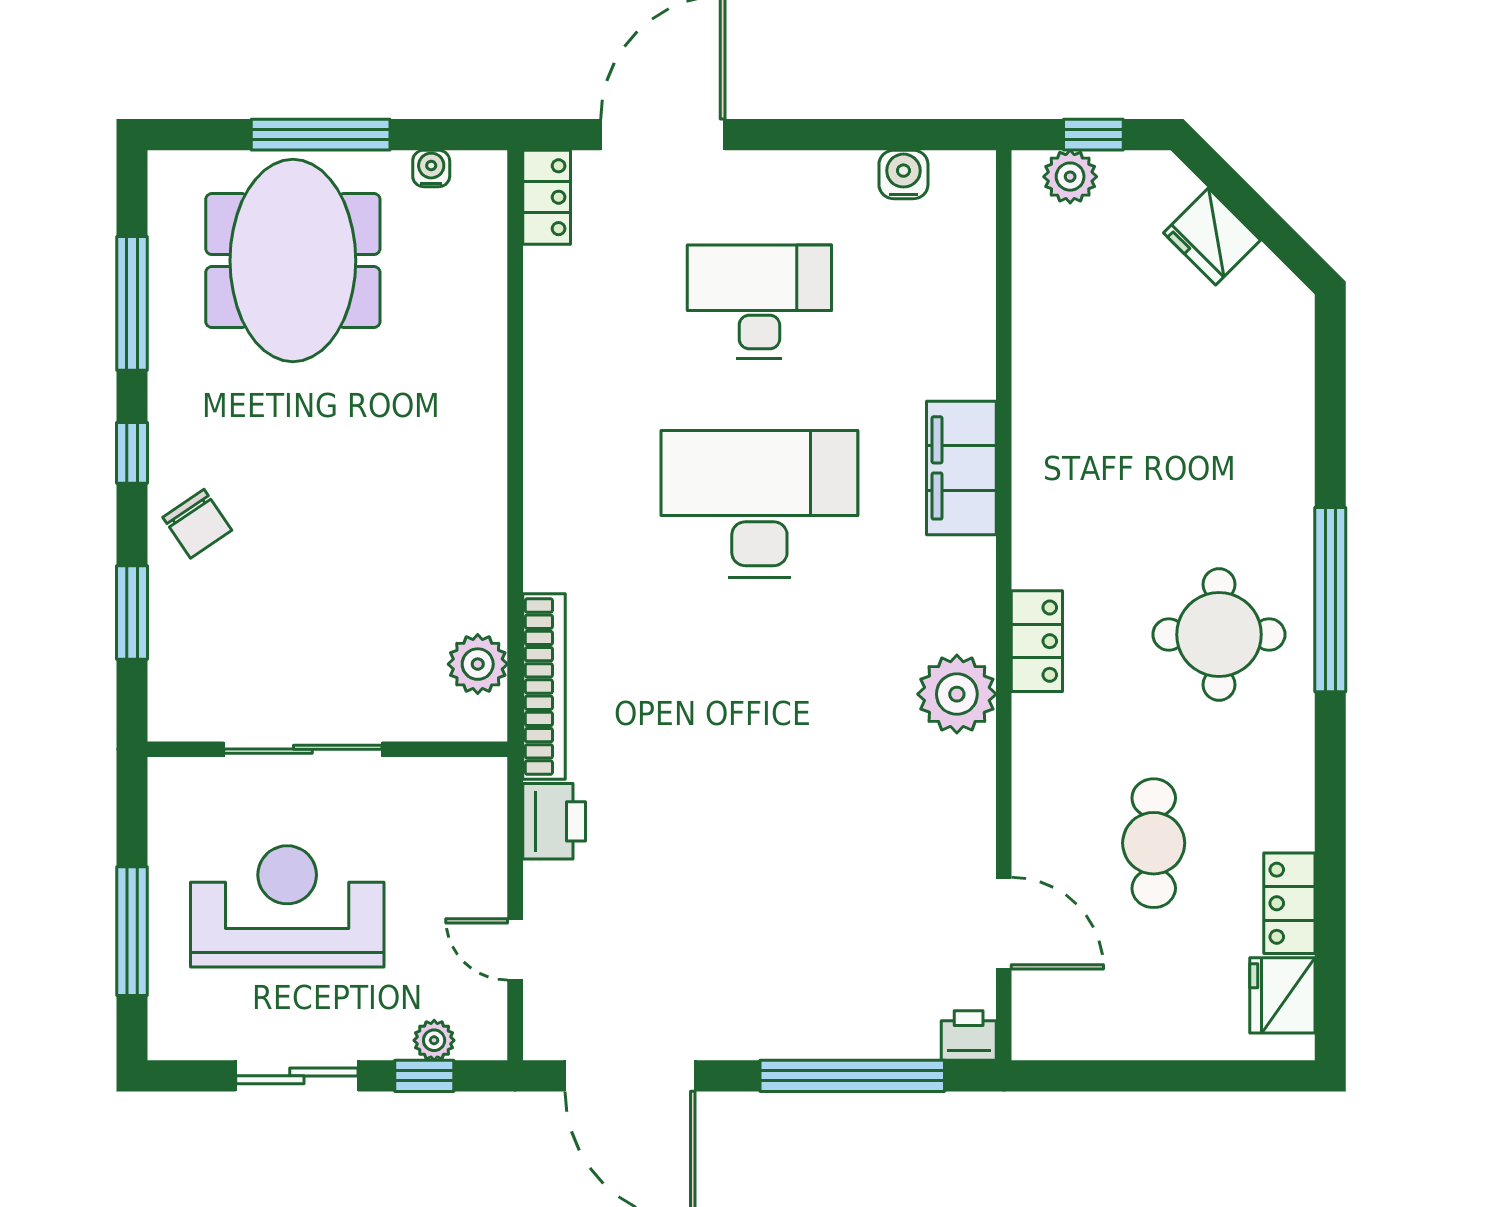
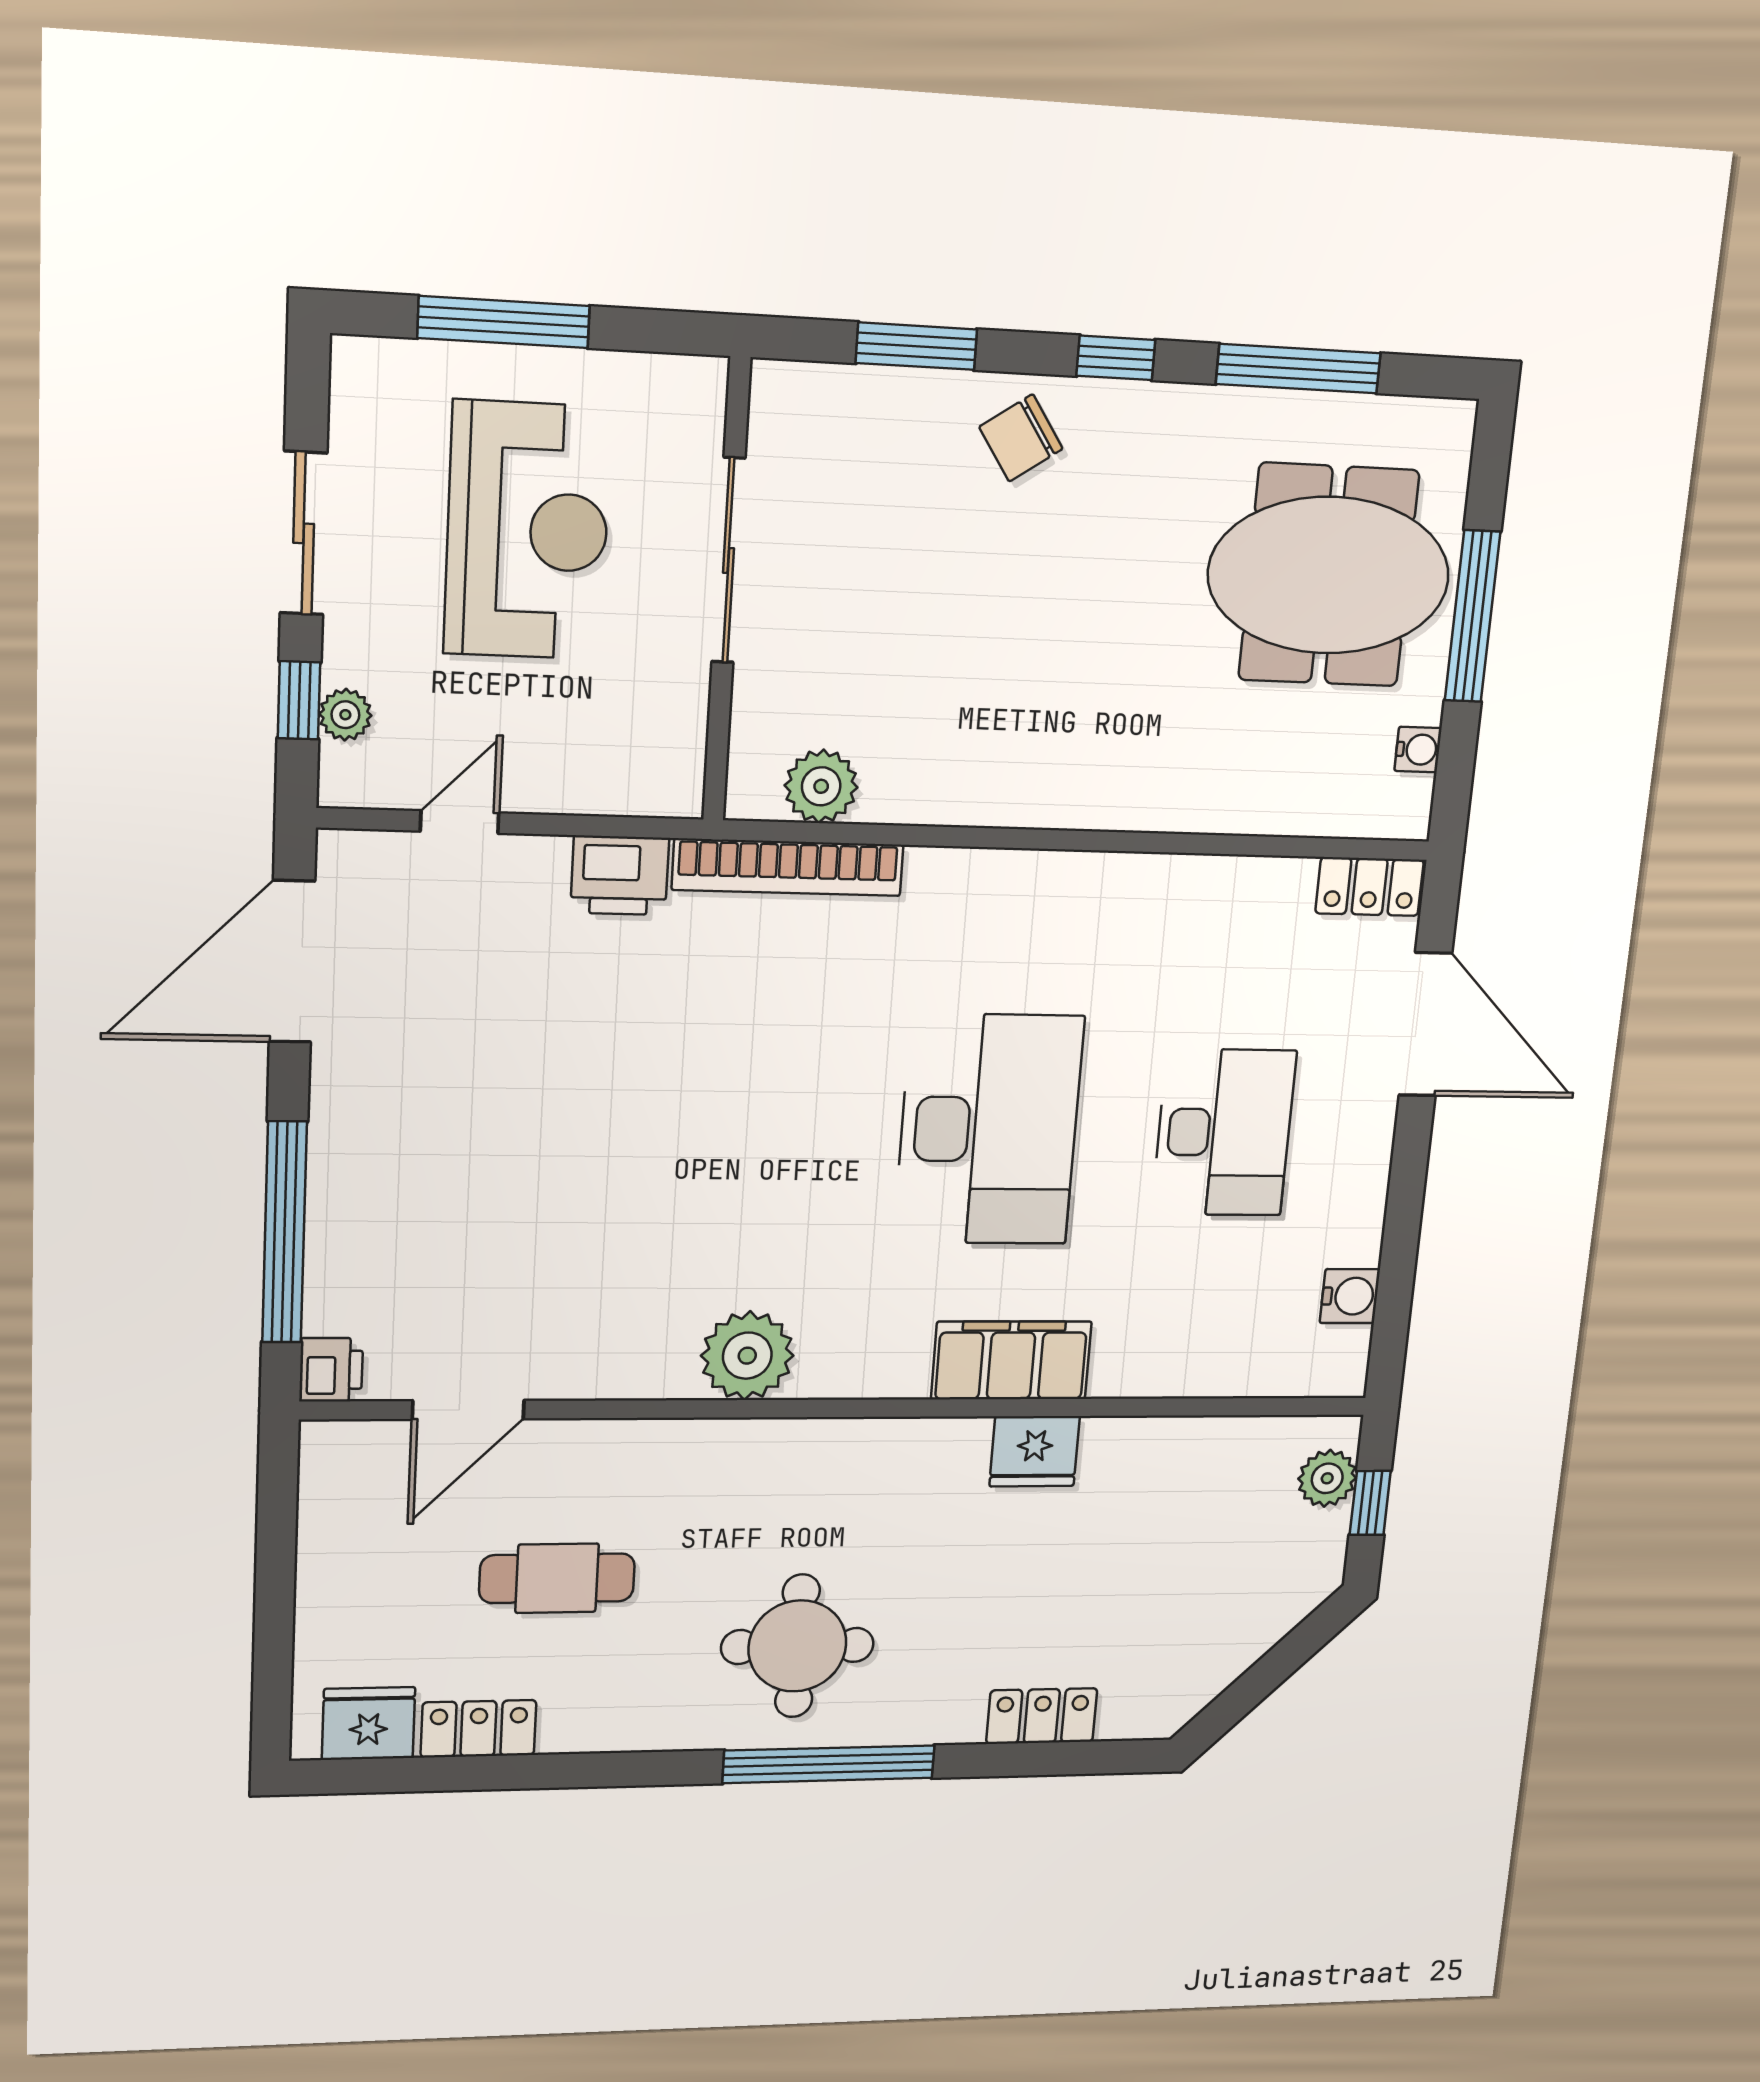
fridge: (1212, 237) -> (1035, 1451), moved, turned -135
locker: (1037, 641) -> (1042, 1716), moved, turned 180

